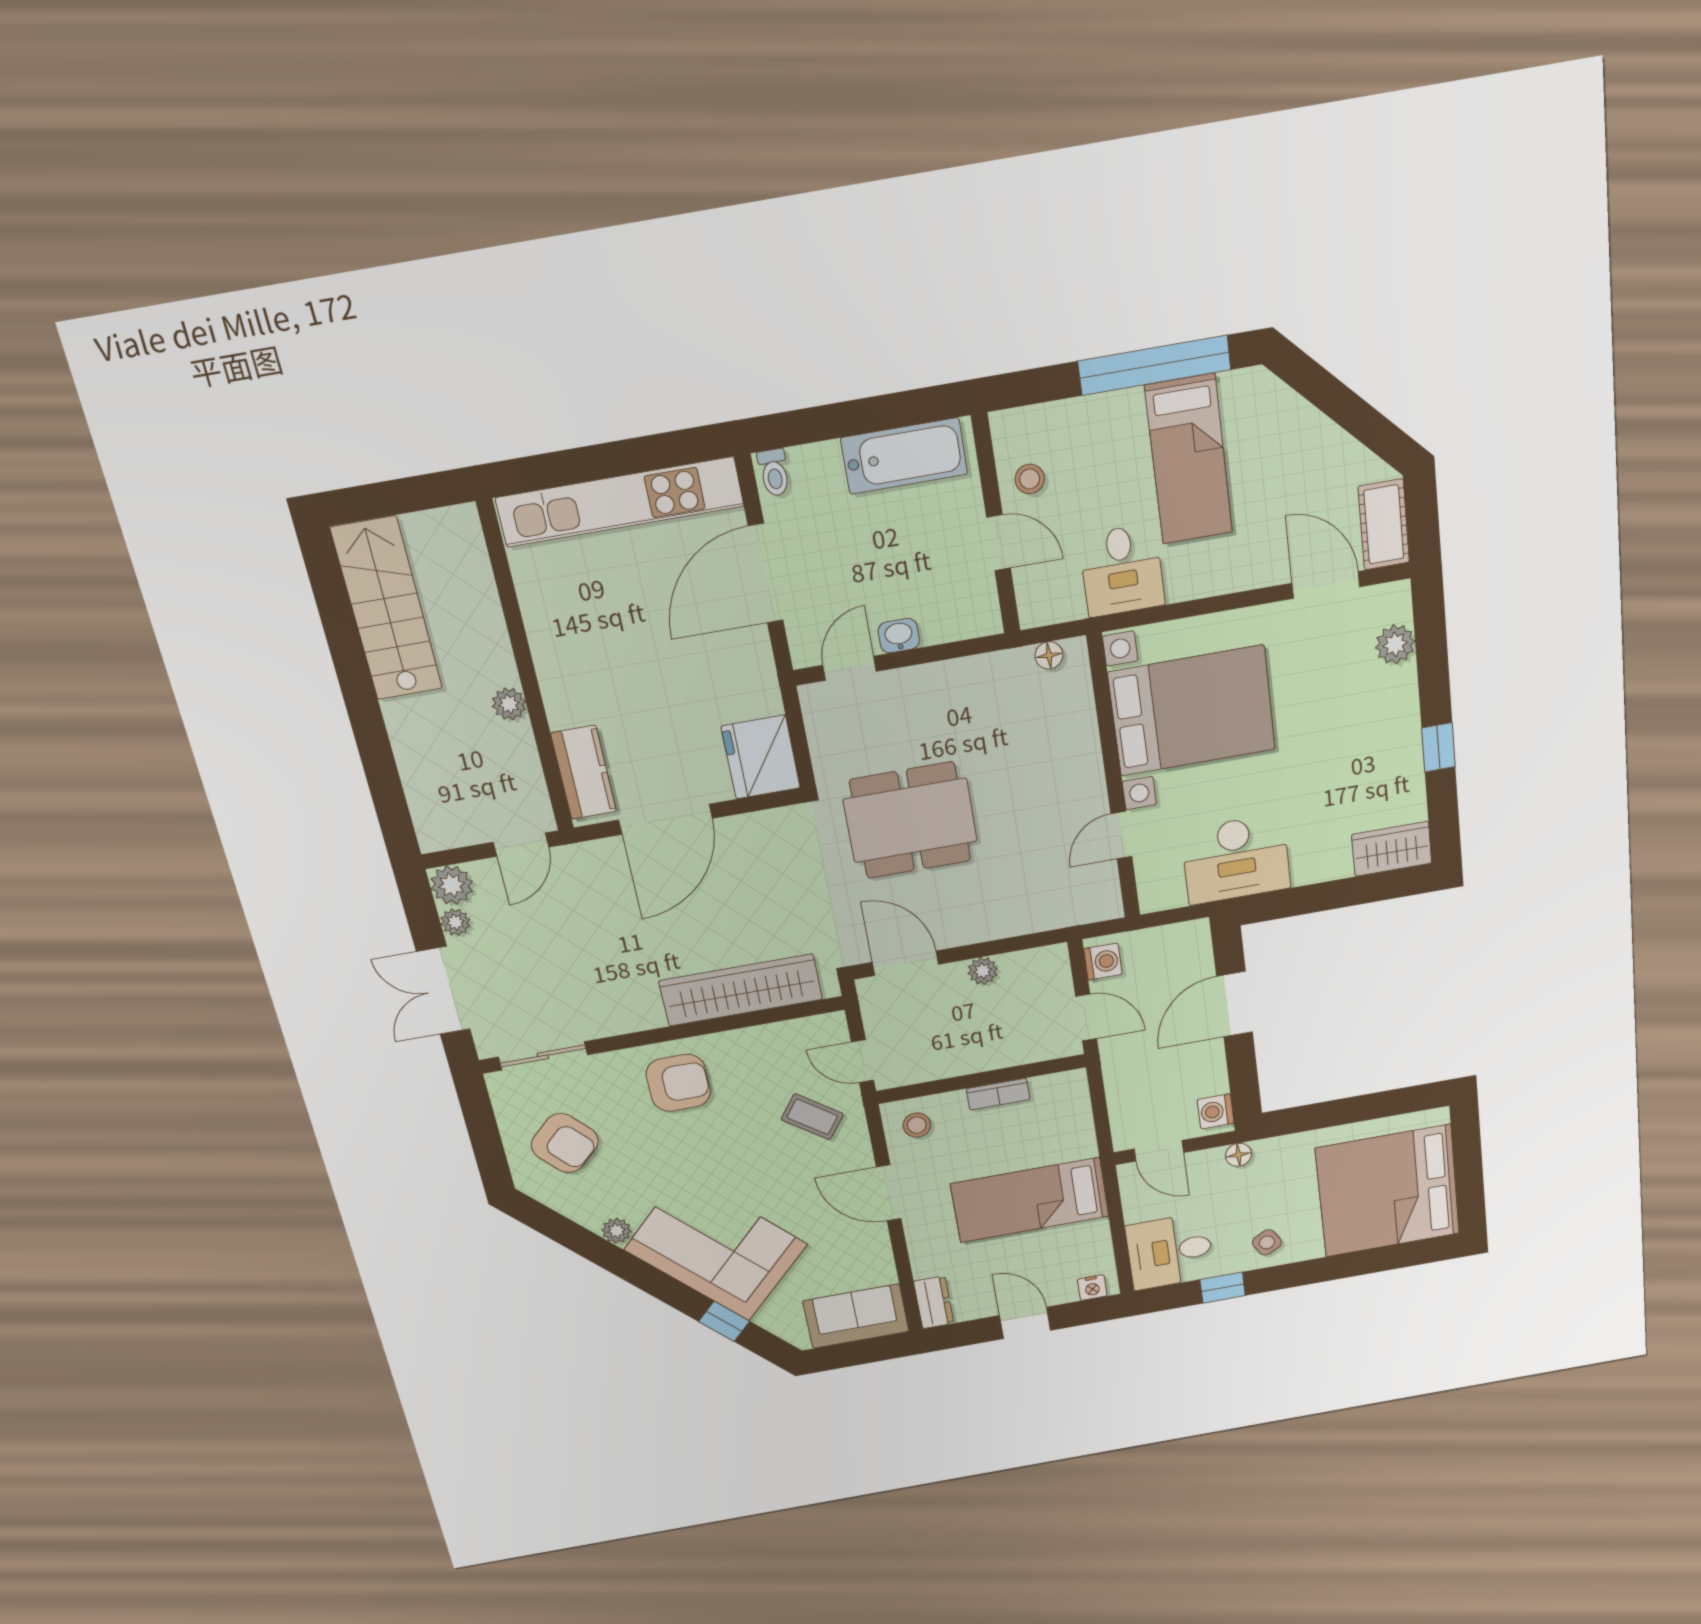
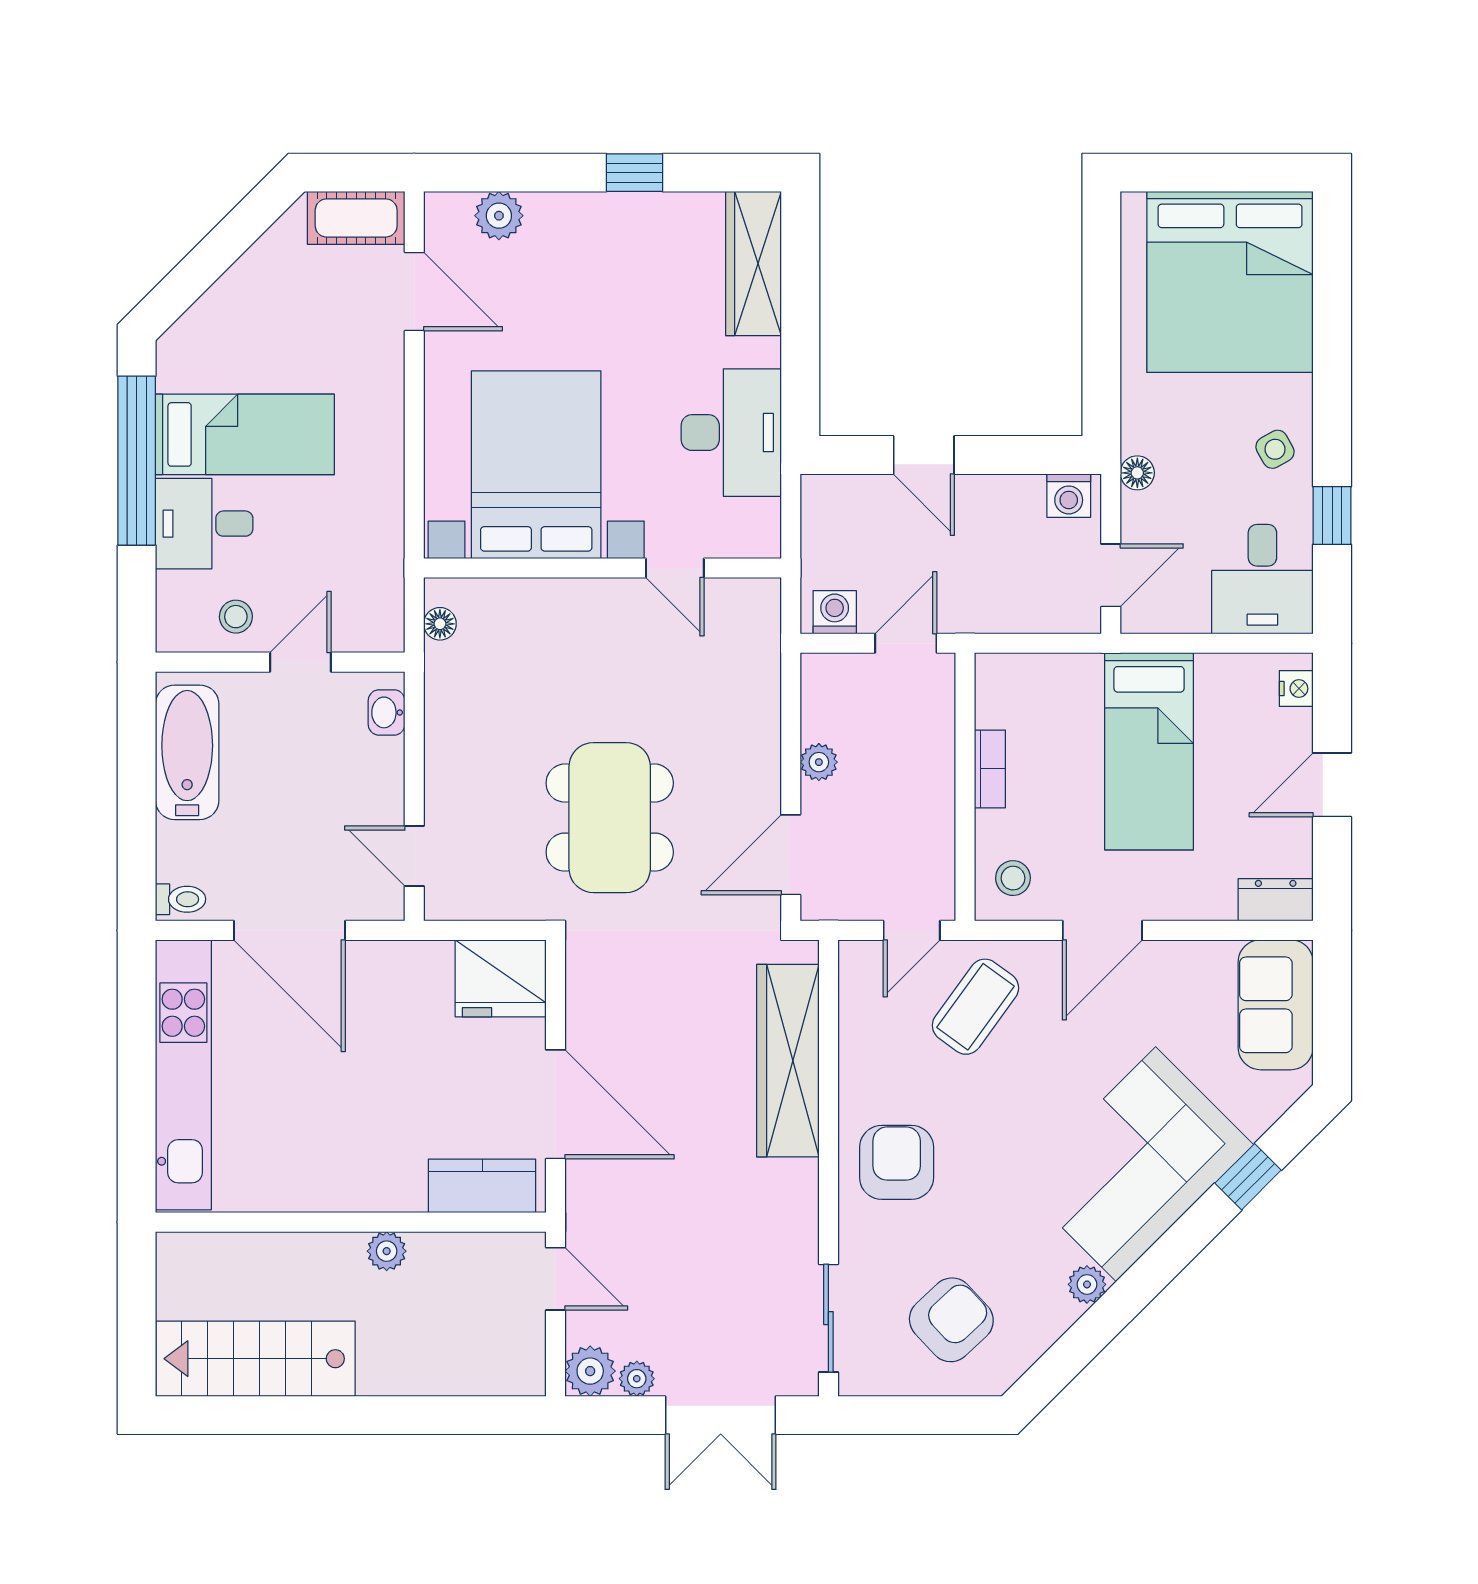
desk: (1122, 570) -> (204, 524), moved, turned 180
door: (1326, 585) -> (414, 291), swing flipped
washbasin: (899, 636) -> (387, 712), moved
wardrobe: (1392, 849) -> (754, 264), width x1.50
door: (1235, 1004) -> (924, 455), width x0.73
coffee table: (812, 1117) -> (975, 1007), width x1.36, depth x1.30

